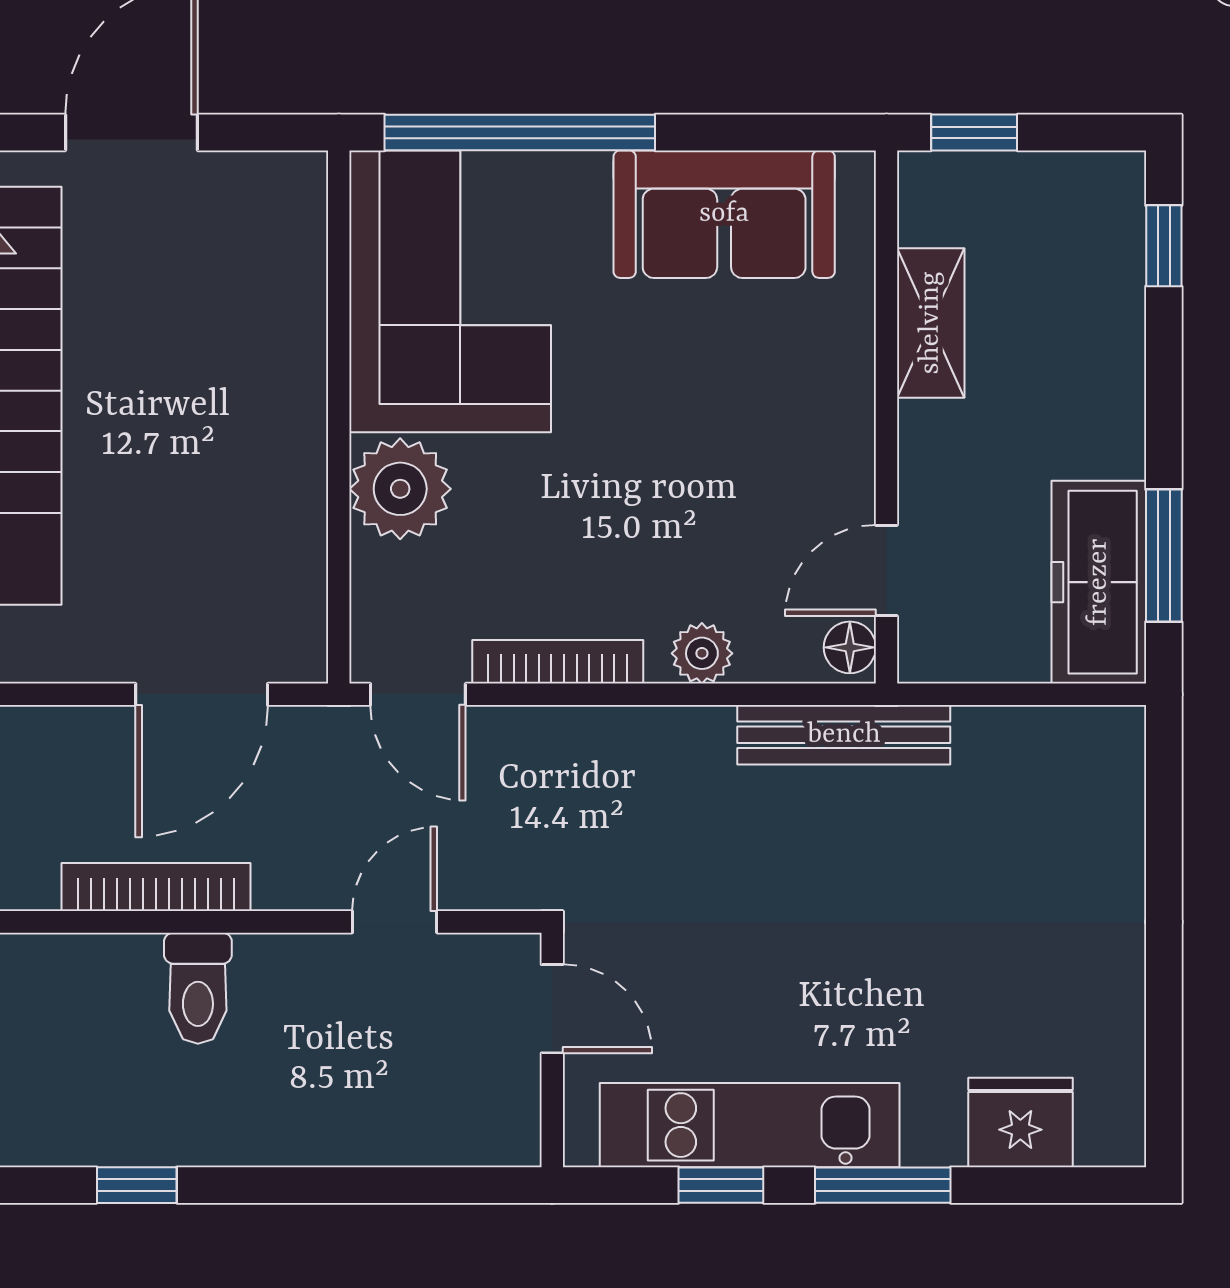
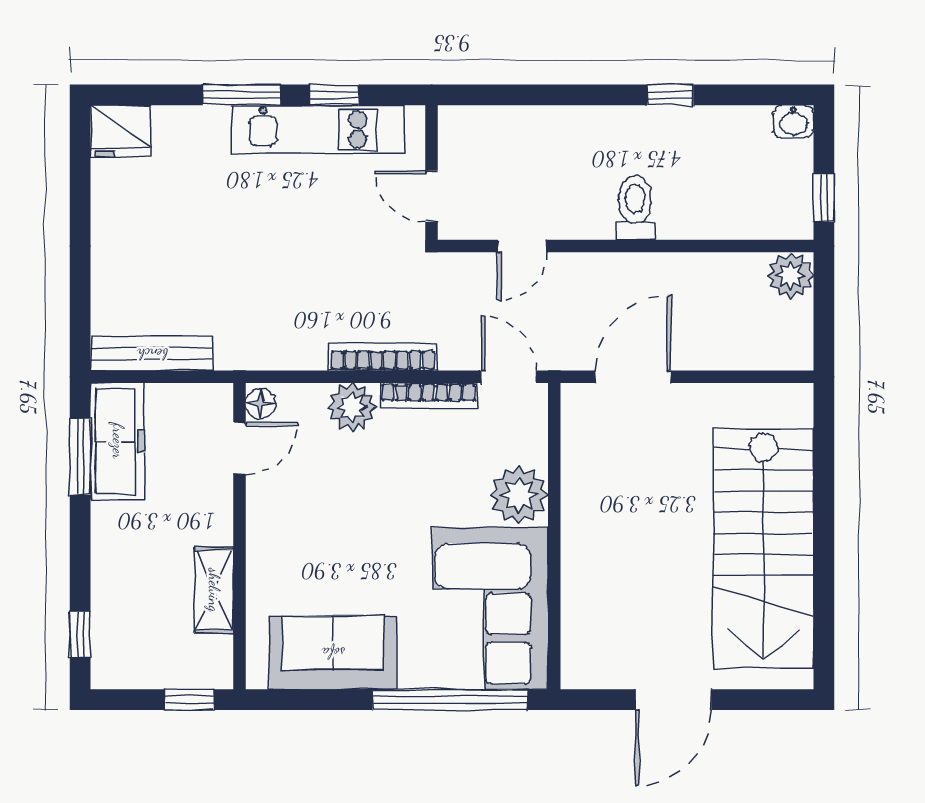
plant: (702, 653) -> (352, 407), width x1.38, depth x1.38
bench: (844, 735) -> (152, 354), moved
bookcase: (156, 887) -> (383, 357), moved, turned 180
fridge: (1020, 1122) -> (120, 131), moved

